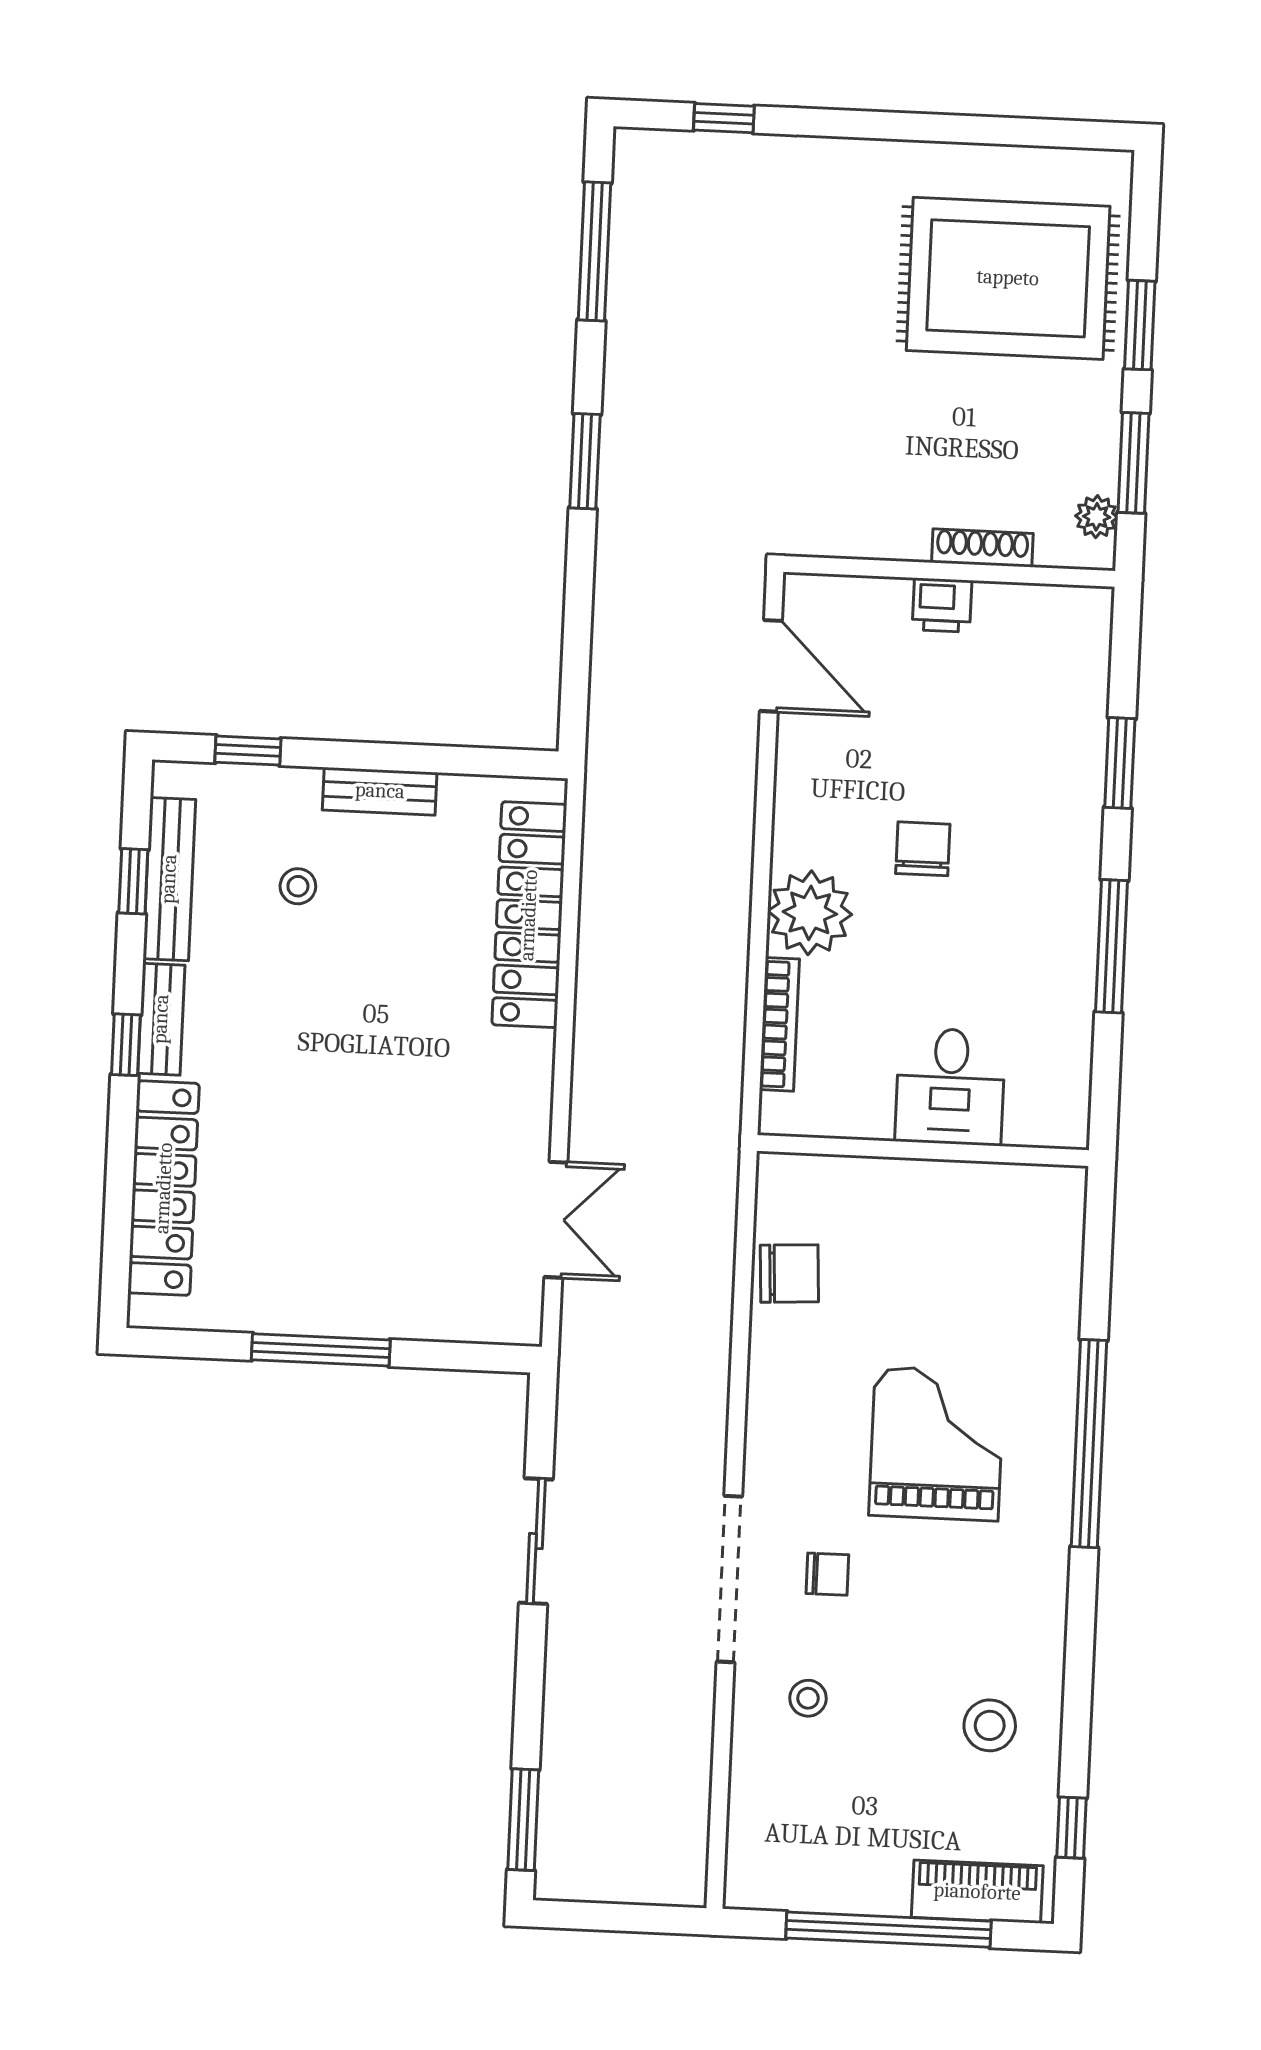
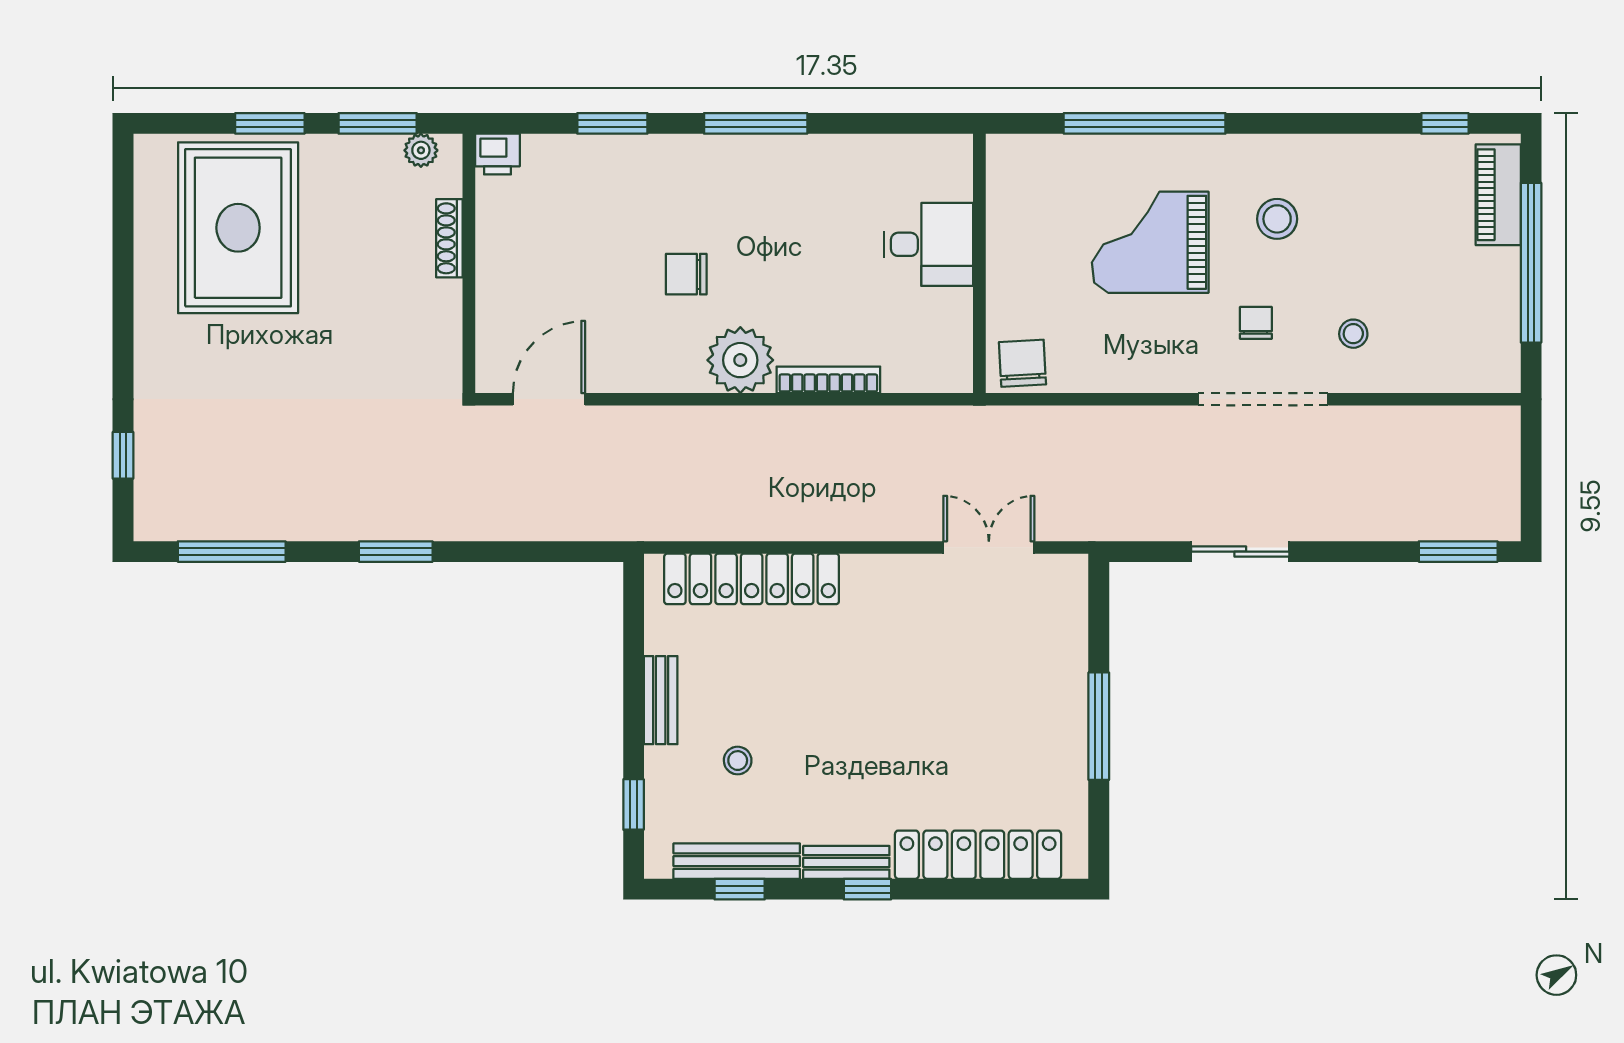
printer: (942, 605) -> (497, 154), moved, turned 90
desk: (950, 1087) -> (929, 244), moved
wall: (923, 1150) -> (979, 263), moved
stool: (990, 1725) -> (1277, 219), moved

